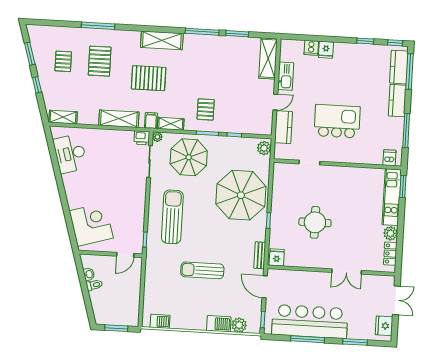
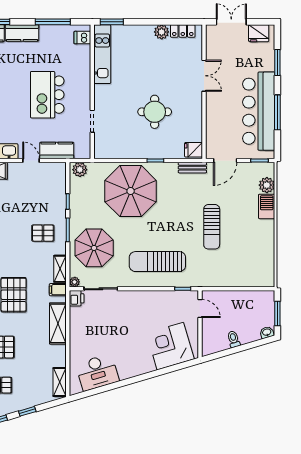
kitchen unit: (392, 197) -> (102, 54), moved, turned -90
washbasin: (89, 274) -> (267, 332), moved
barbecue: (160, 321) -> (268, 268), removed

